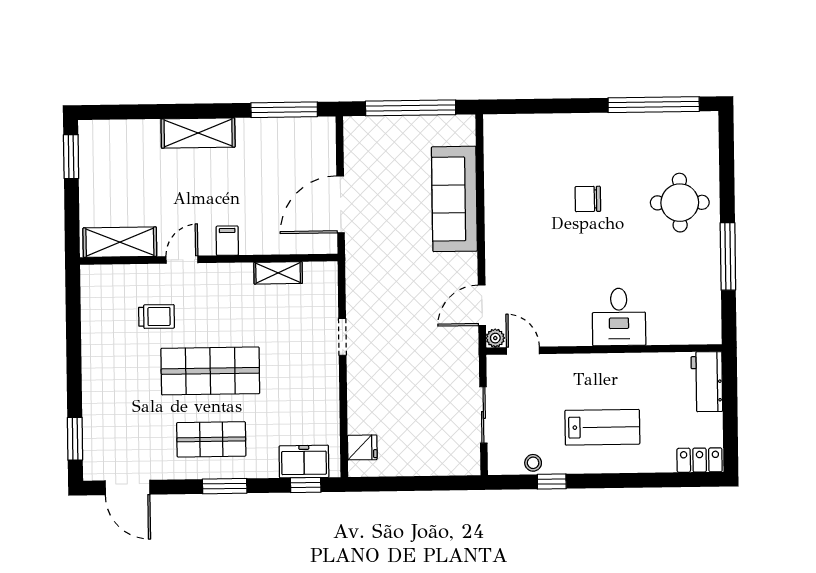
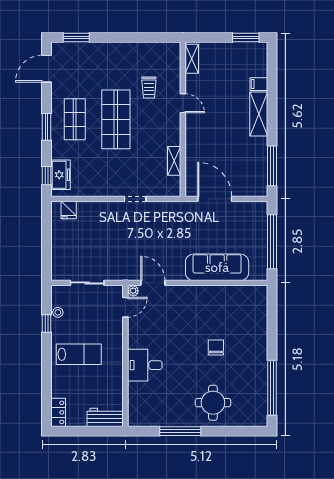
filing cabinet: (227, 241) -> (259, 84), moved, turned 180
shelving: (120, 242) -> (192, 59), width x0.67, depth x0.75
lab bench: (602, 427) -> (79, 354), turned -90

